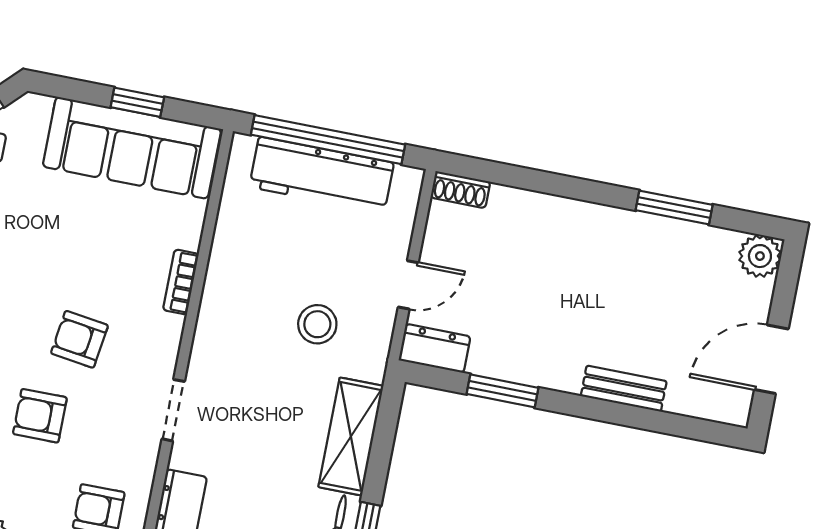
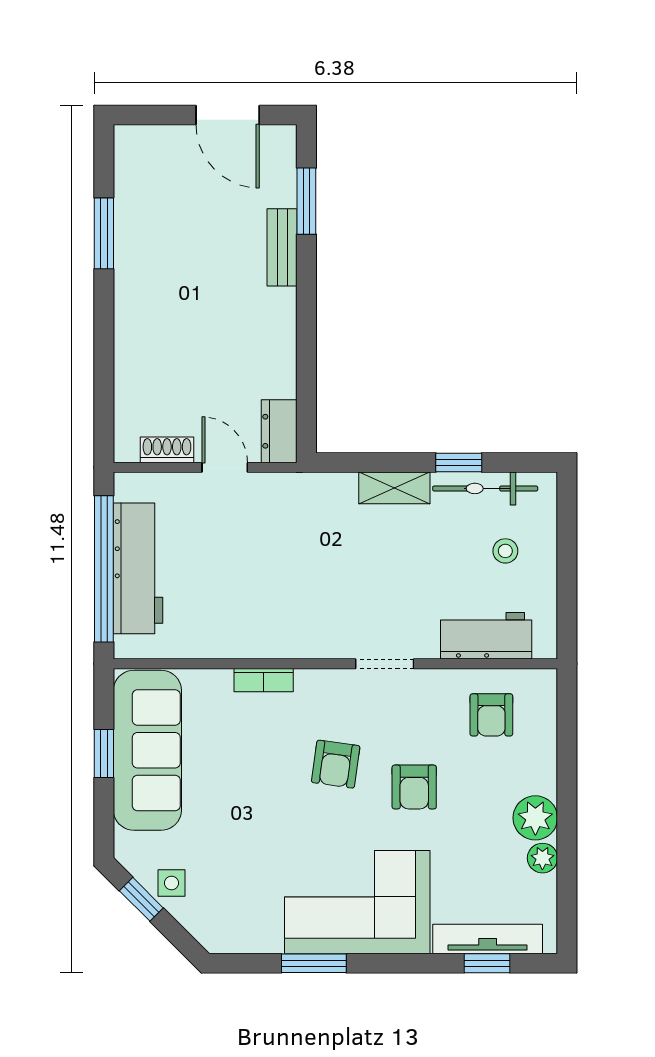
shoe rack: (460, 190) -> (167, 450), moved, turned -90
plant: (760, 256) -> (133, 145), removed
stool: (317, 324) -> (278, 545), removed
window: (503, 391) -> (306, 201), moved
shelving: (351, 436) -> (394, 488), width x0.67, depth x0.75

